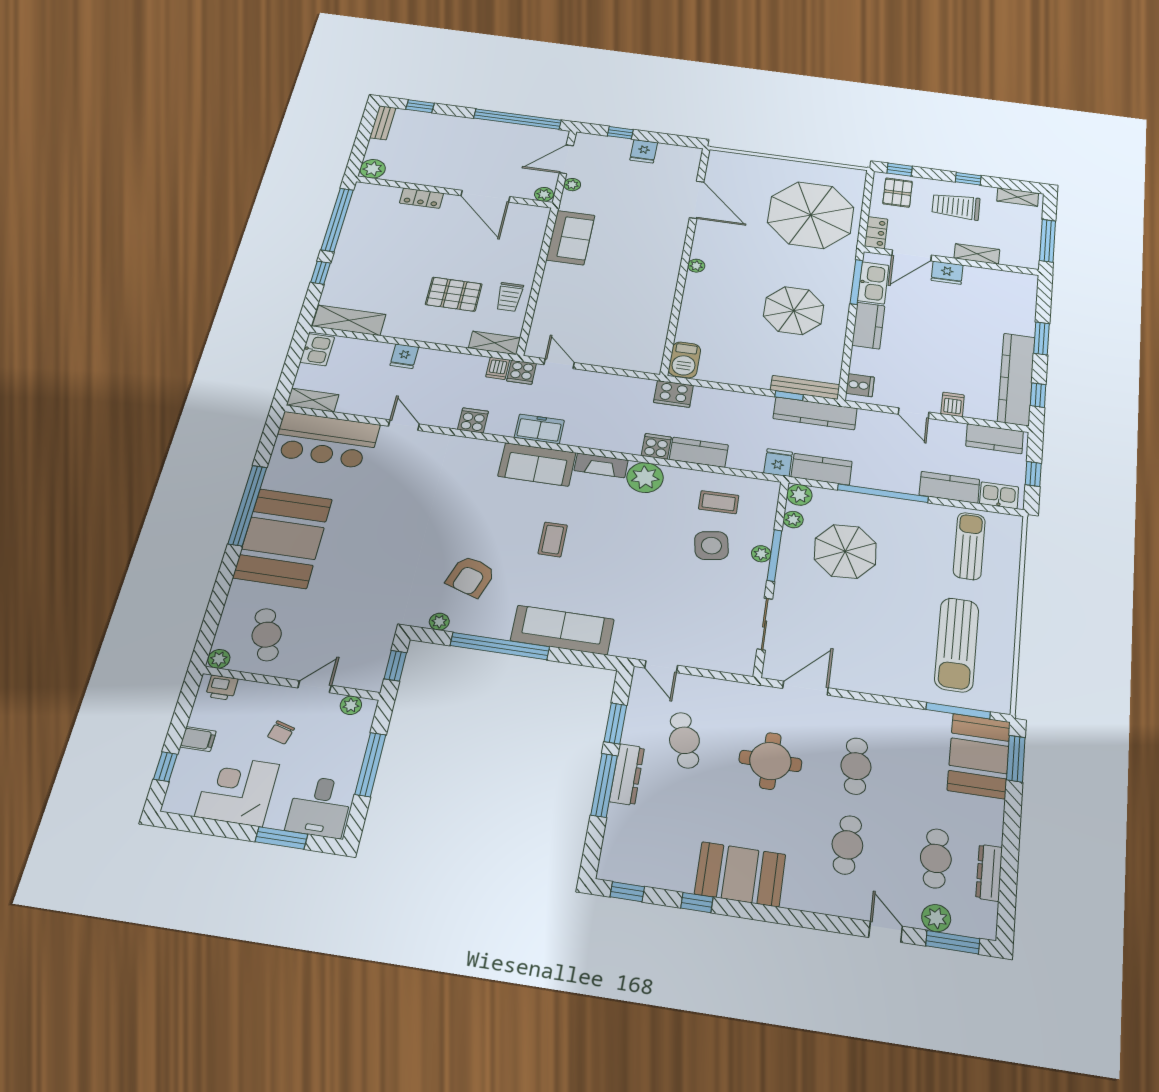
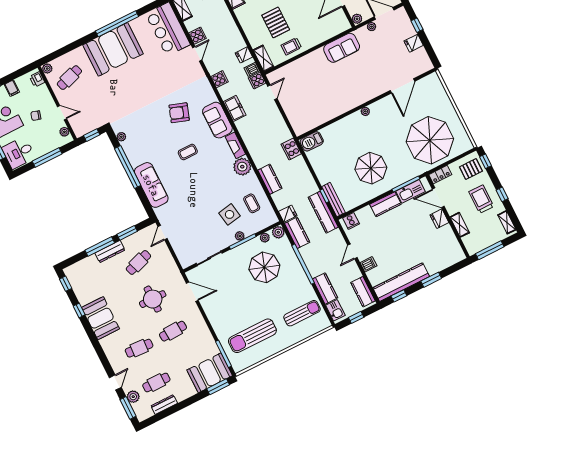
fridge: (404, 356) -> (244, 55), moved
cooker: (656, 446) -> (198, 36), moved
armchair: (471, 576) -> (179, 113), moved

